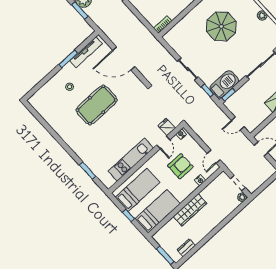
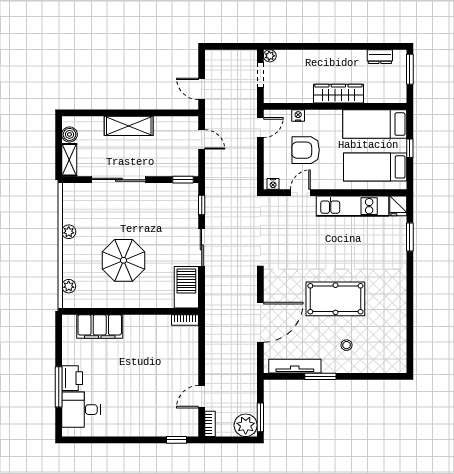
door: (124, 58) -> (260, 322), hinge flipped
barbecue: (224, 84) -> (186, 287), moved, turned 90
fridge: (167, 127) -> (398, 206), moved

